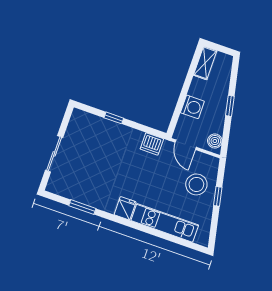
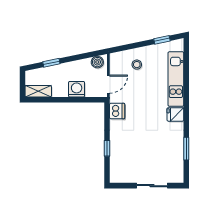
window: (230, 106) -> (51, 63), moved
stool: (196, 184) -> (137, 65), width x0.53, depth x0.53
window: (218, 196) -> (162, 40), moved

